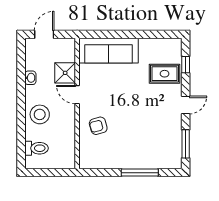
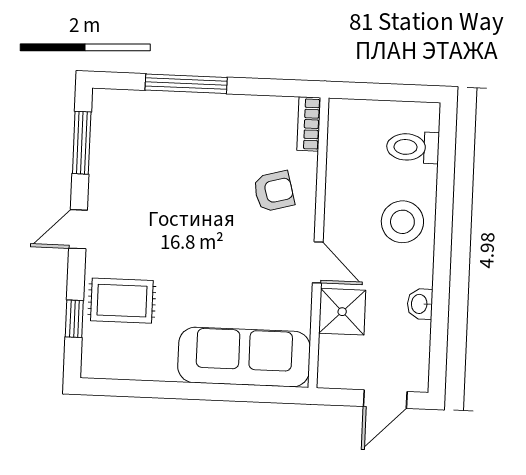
bookcase: (84, 157) -> (309, 124), added

